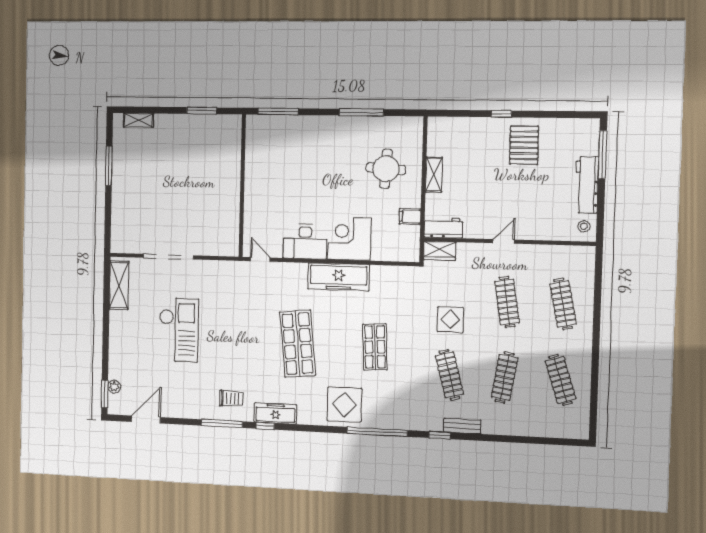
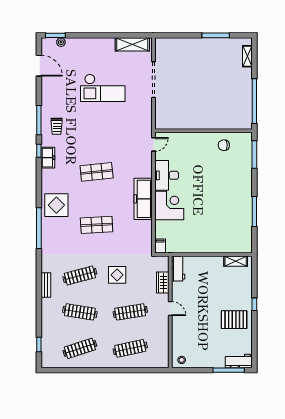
window: (202, 111) -> (254, 101), width x2.11
chair: (264, 157) -> (224, 145), added
round table: (386, 169) -> (217, 229), removed
shelving: (434, 175) -> (236, 261), moved
workbench: (587, 185) -> (239, 361), moved, width x0.73
filing cabinet: (410, 216) -> (160, 246), moved
wardrobe: (440, 251) -> (163, 283), moved
shop shelf: (298, 344) -> (97, 172), width x0.70, depth x0.74
freezer: (275, 413) -> (48, 158), width x0.71
window: (440, 435) -> (39, 344), moved

